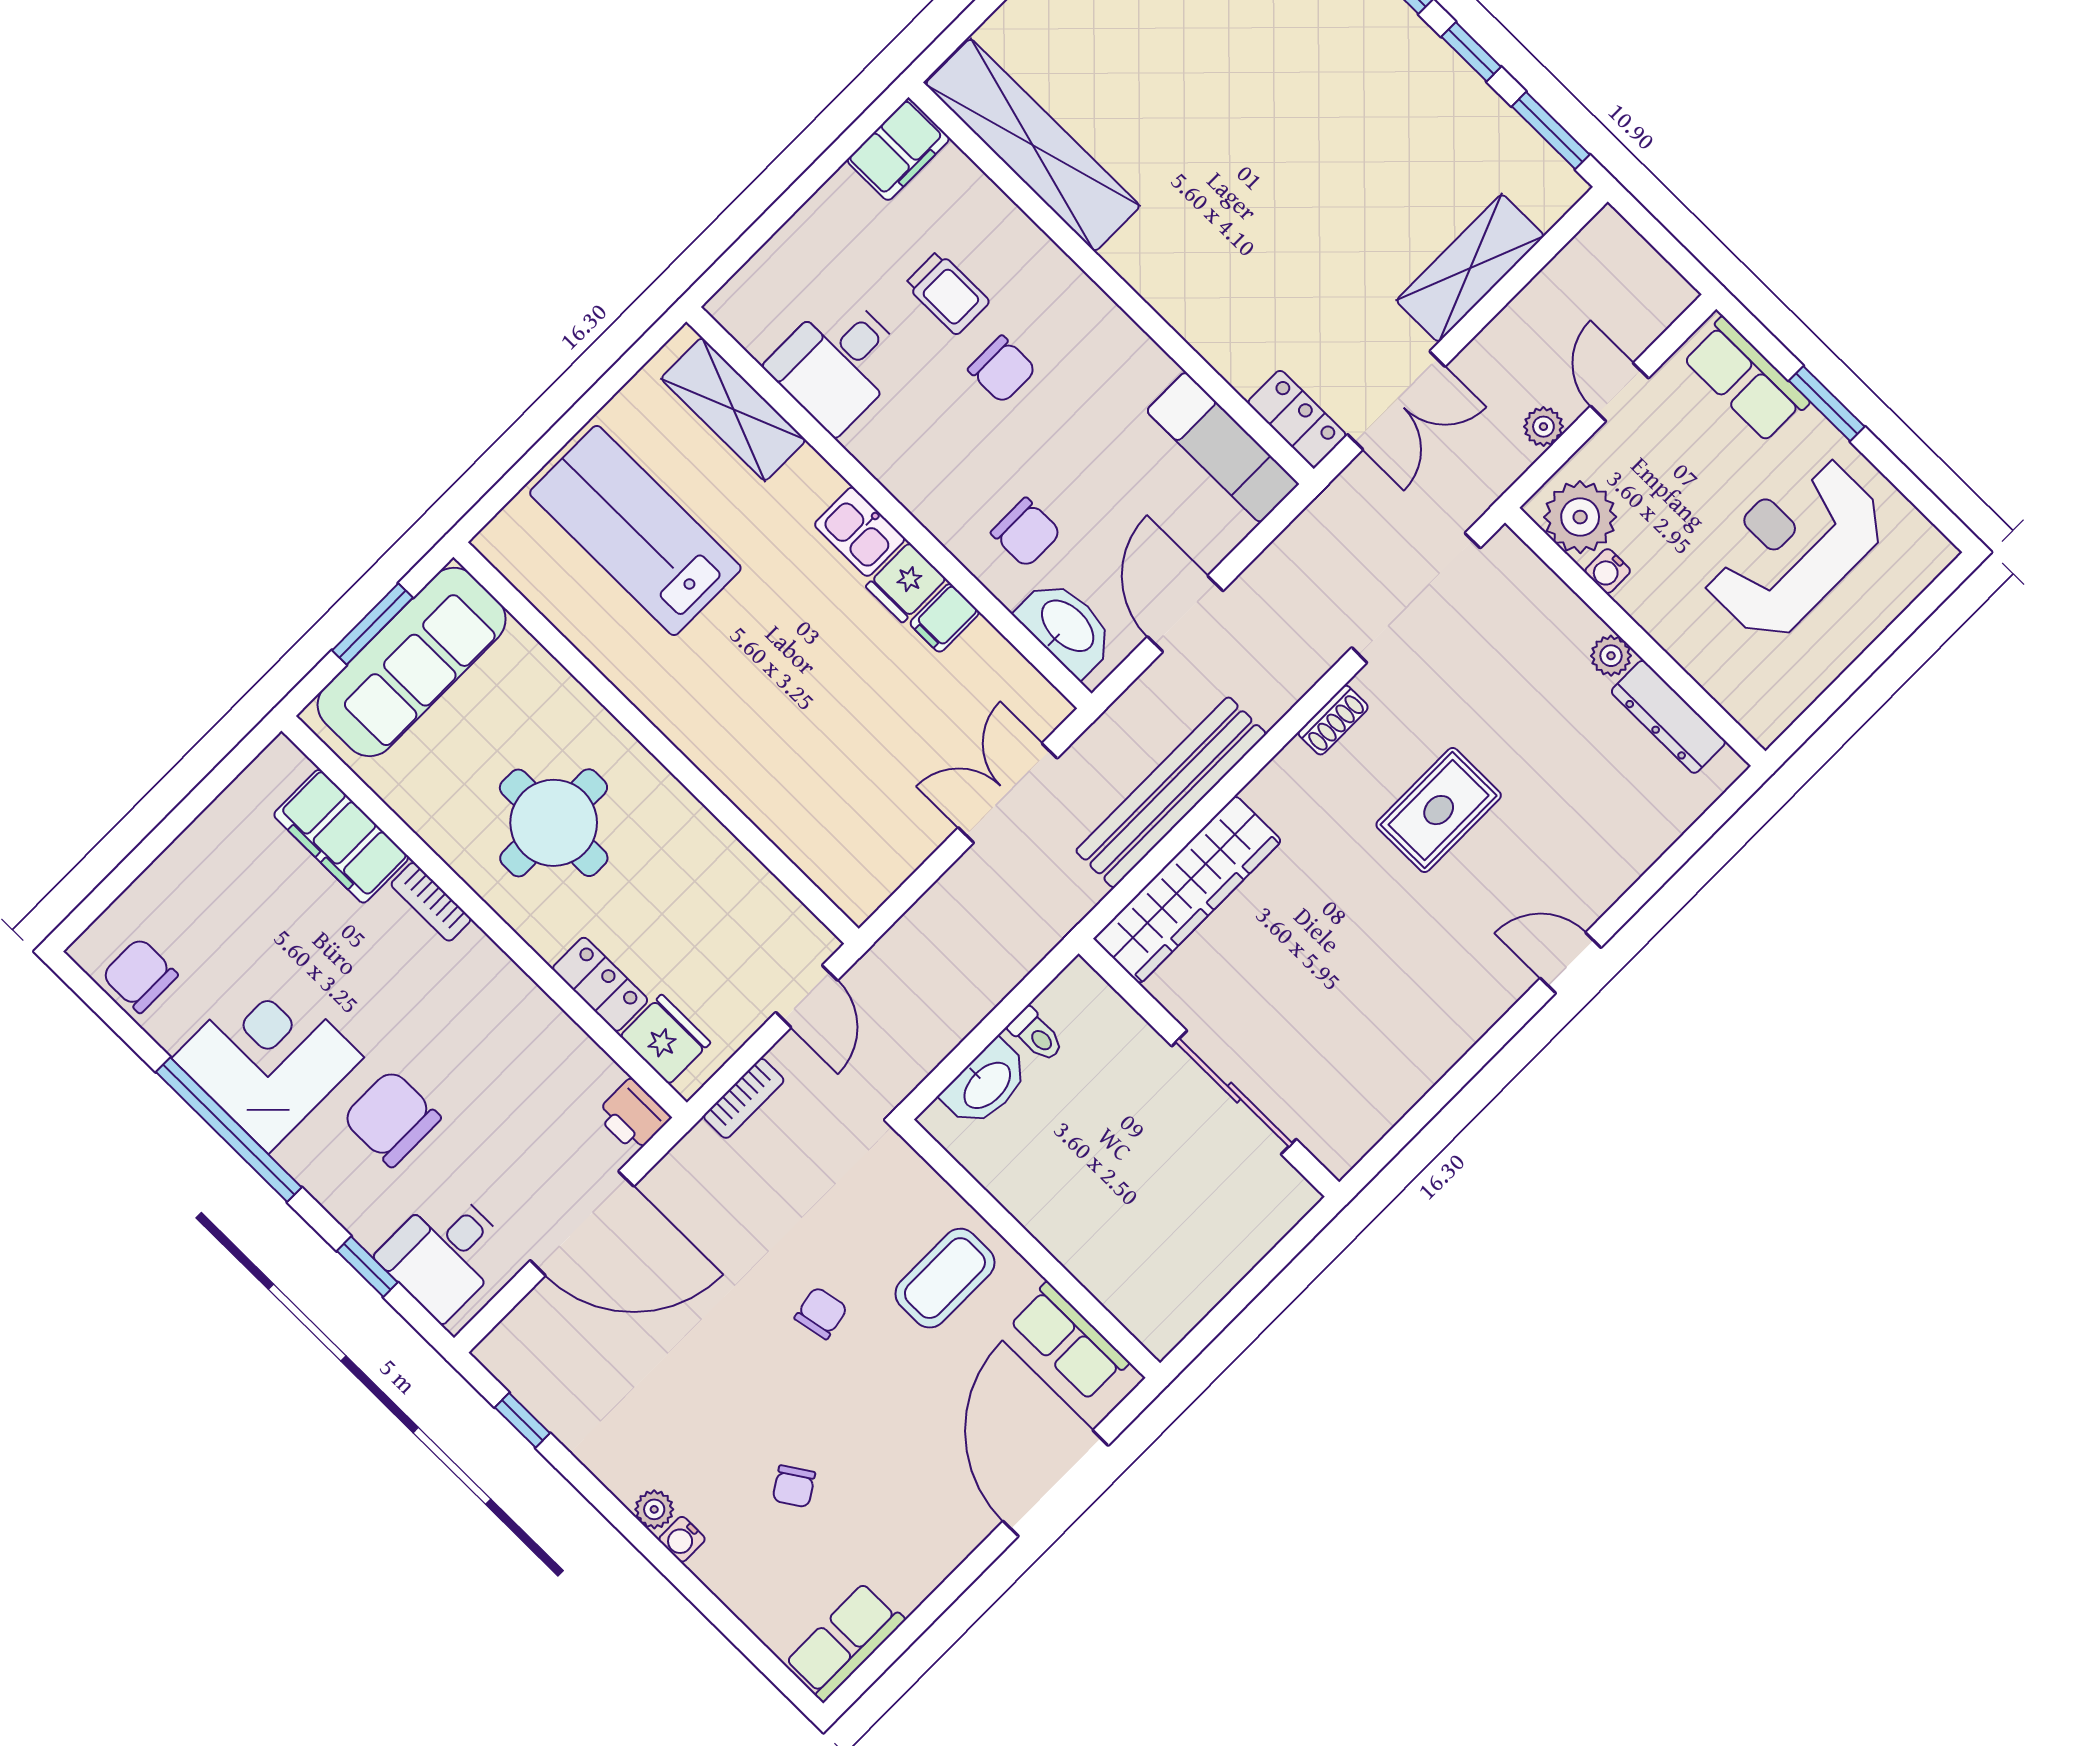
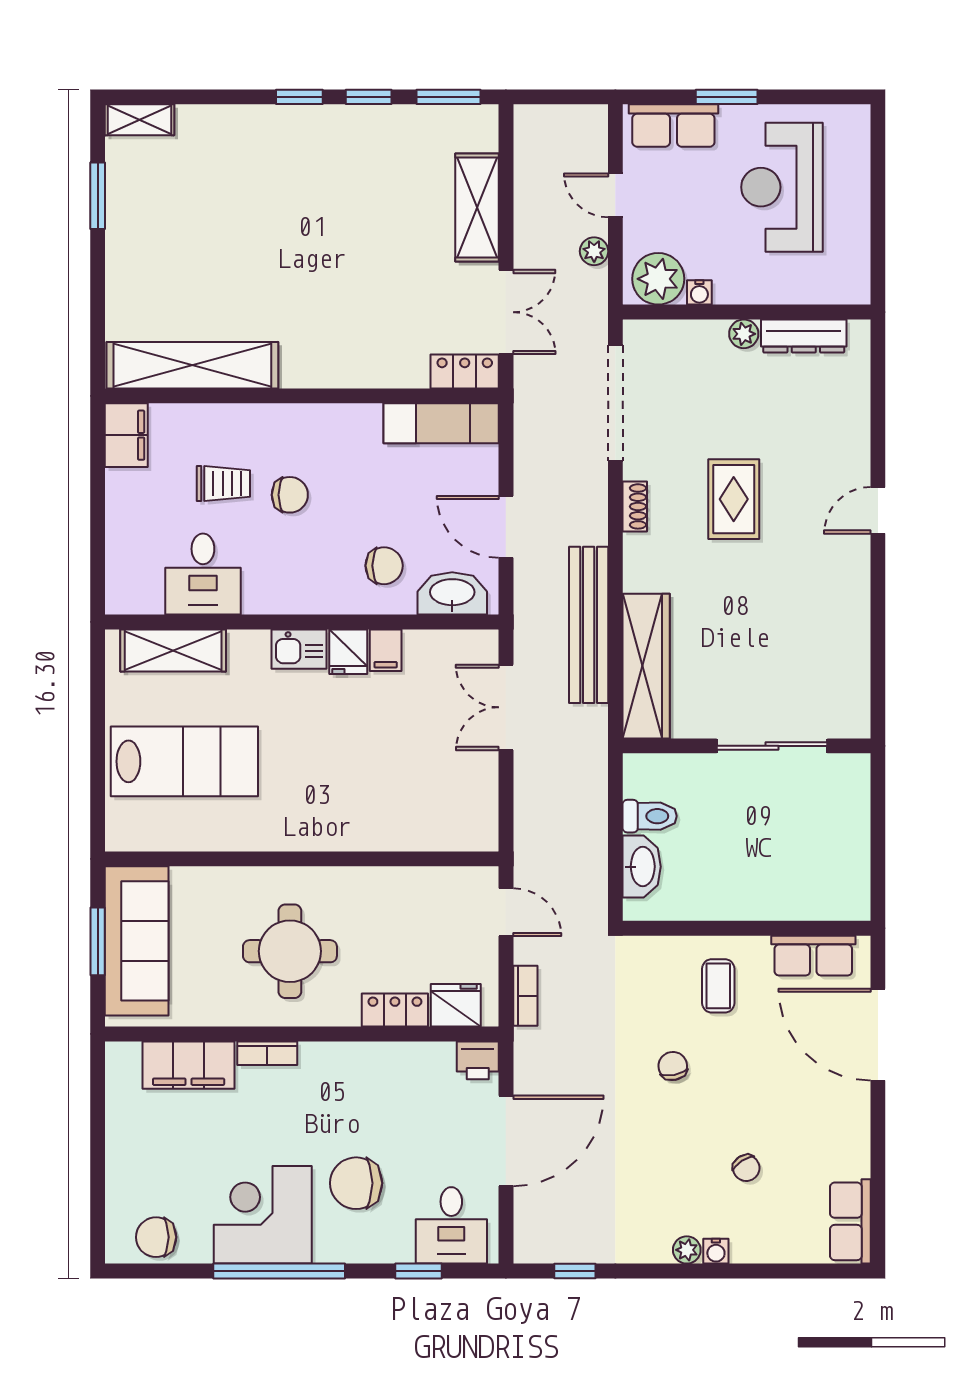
lab bench: (635, 531) -> (184, 761), turned 180
toilet: (1036, 1035) -> (650, 816), width x1.37, depth x1.39
coffee table: (945, 1278) -> (718, 986), width x0.73, depth x0.77

